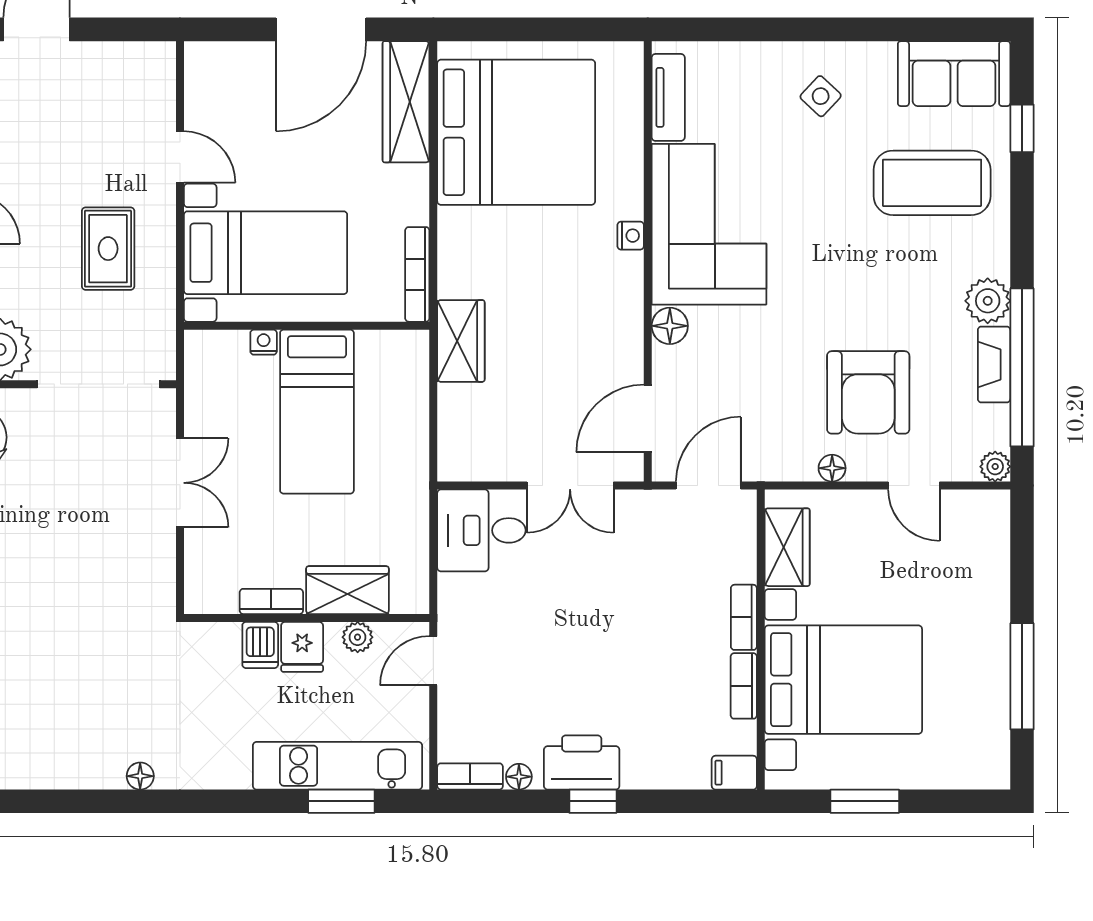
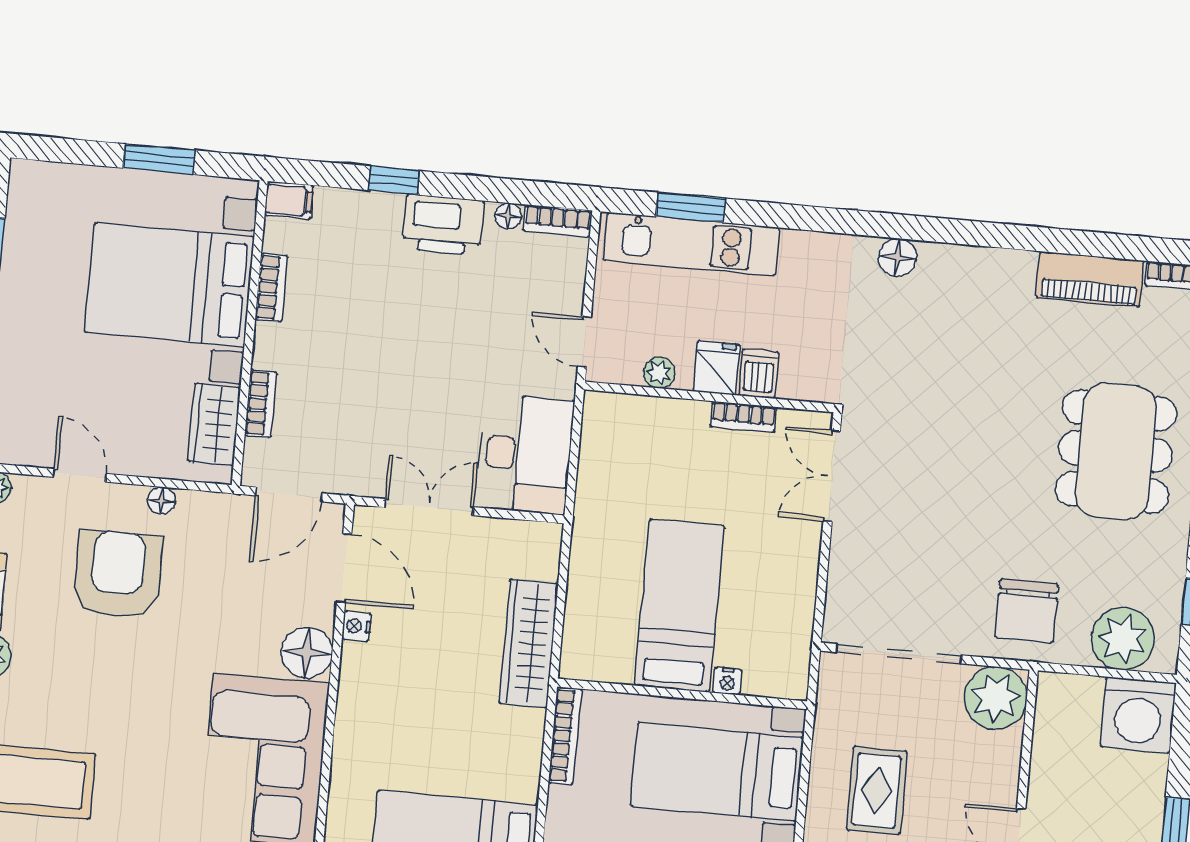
nightstand: (631, 236) -> (356, 626), moved
floor lamp: (670, 326) -> (307, 653), width x1.38, depth x1.38
wardrobe: (461, 341) -> (529, 643), width x1.50
door: (648, 418) -> (344, 568), hinge flipped
double door: (180, 483) -> (832, 476), moved
desk: (481, 530) -> (525, 454), width x1.37
wardrobe: (347, 590) -> (665, 421), removed
bookcase: (744, 617) -> (261, 404), moved
door: (433, 661) -> (584, 342), swing flipped
floor lamp: (140, 776) -> (897, 257), width x1.37, depth x1.37
window: (593, 801) -> (394, 180), moved

